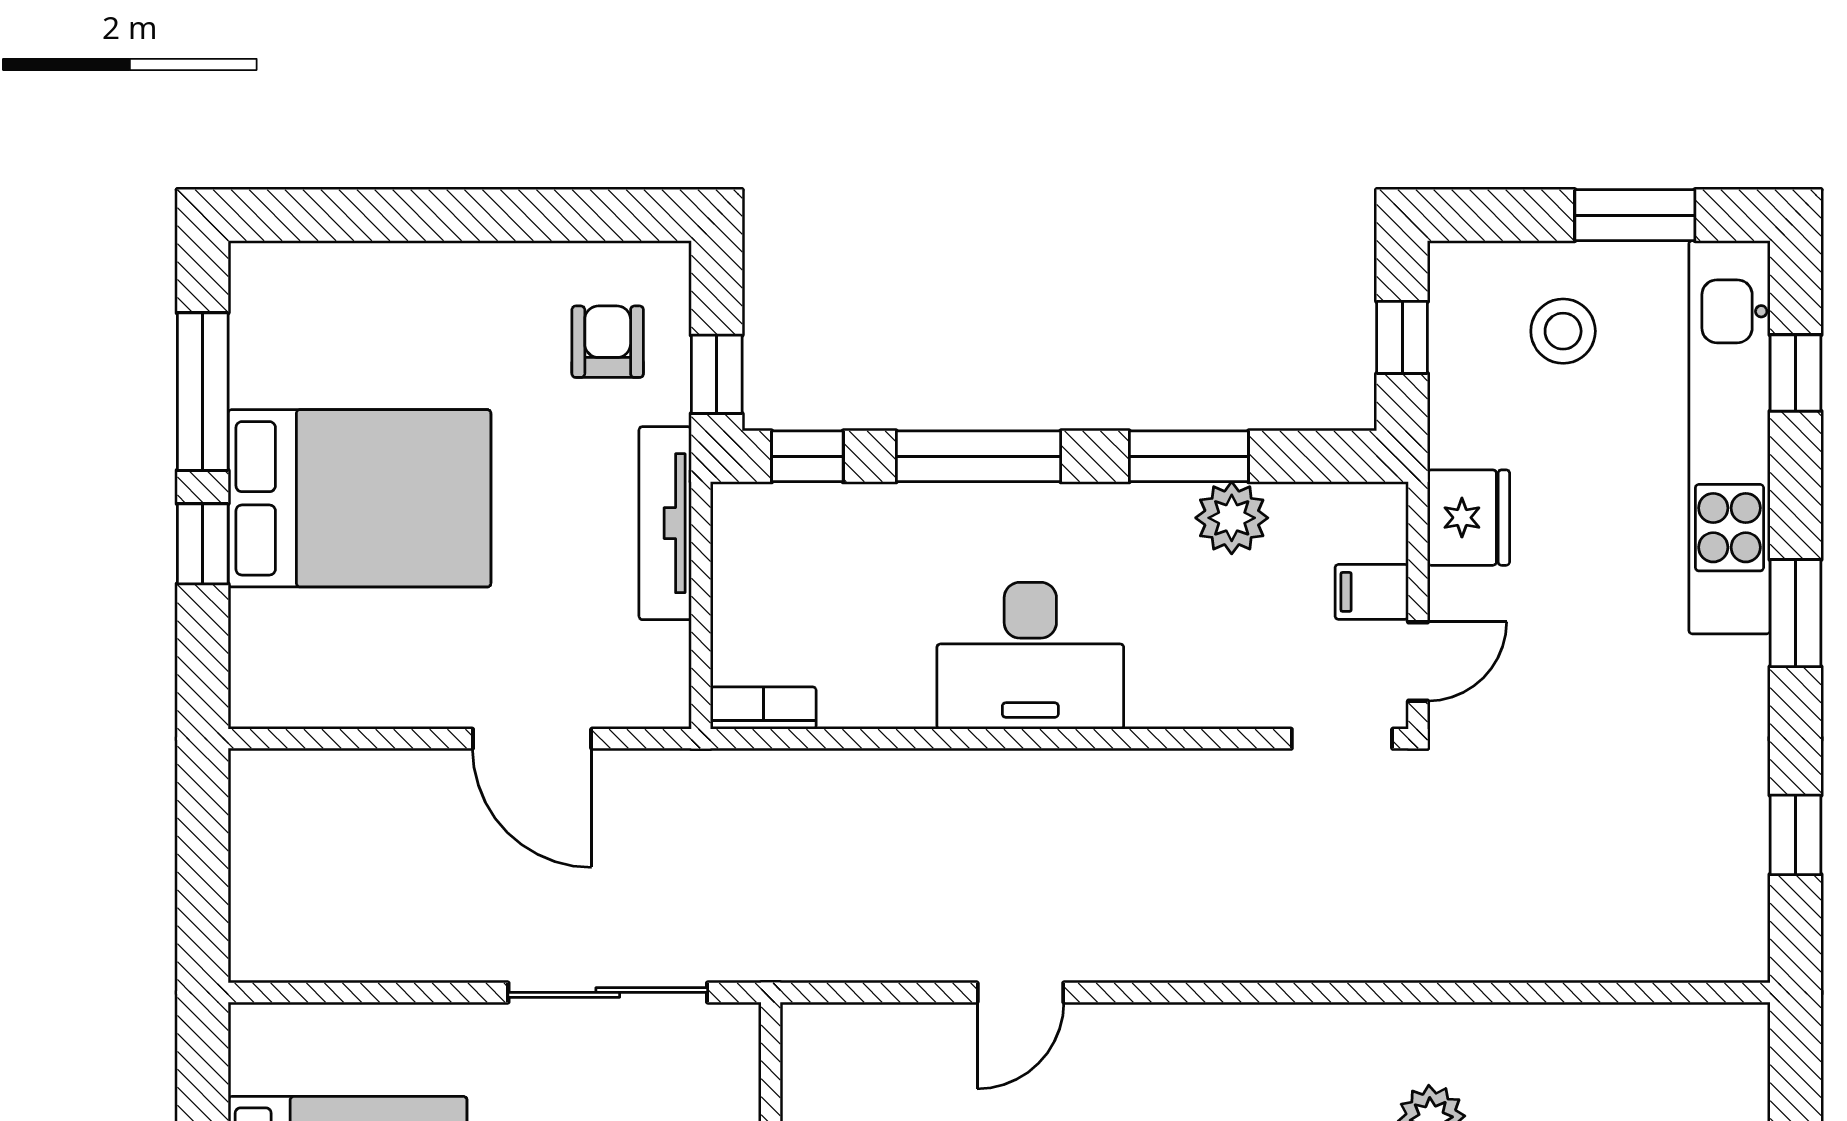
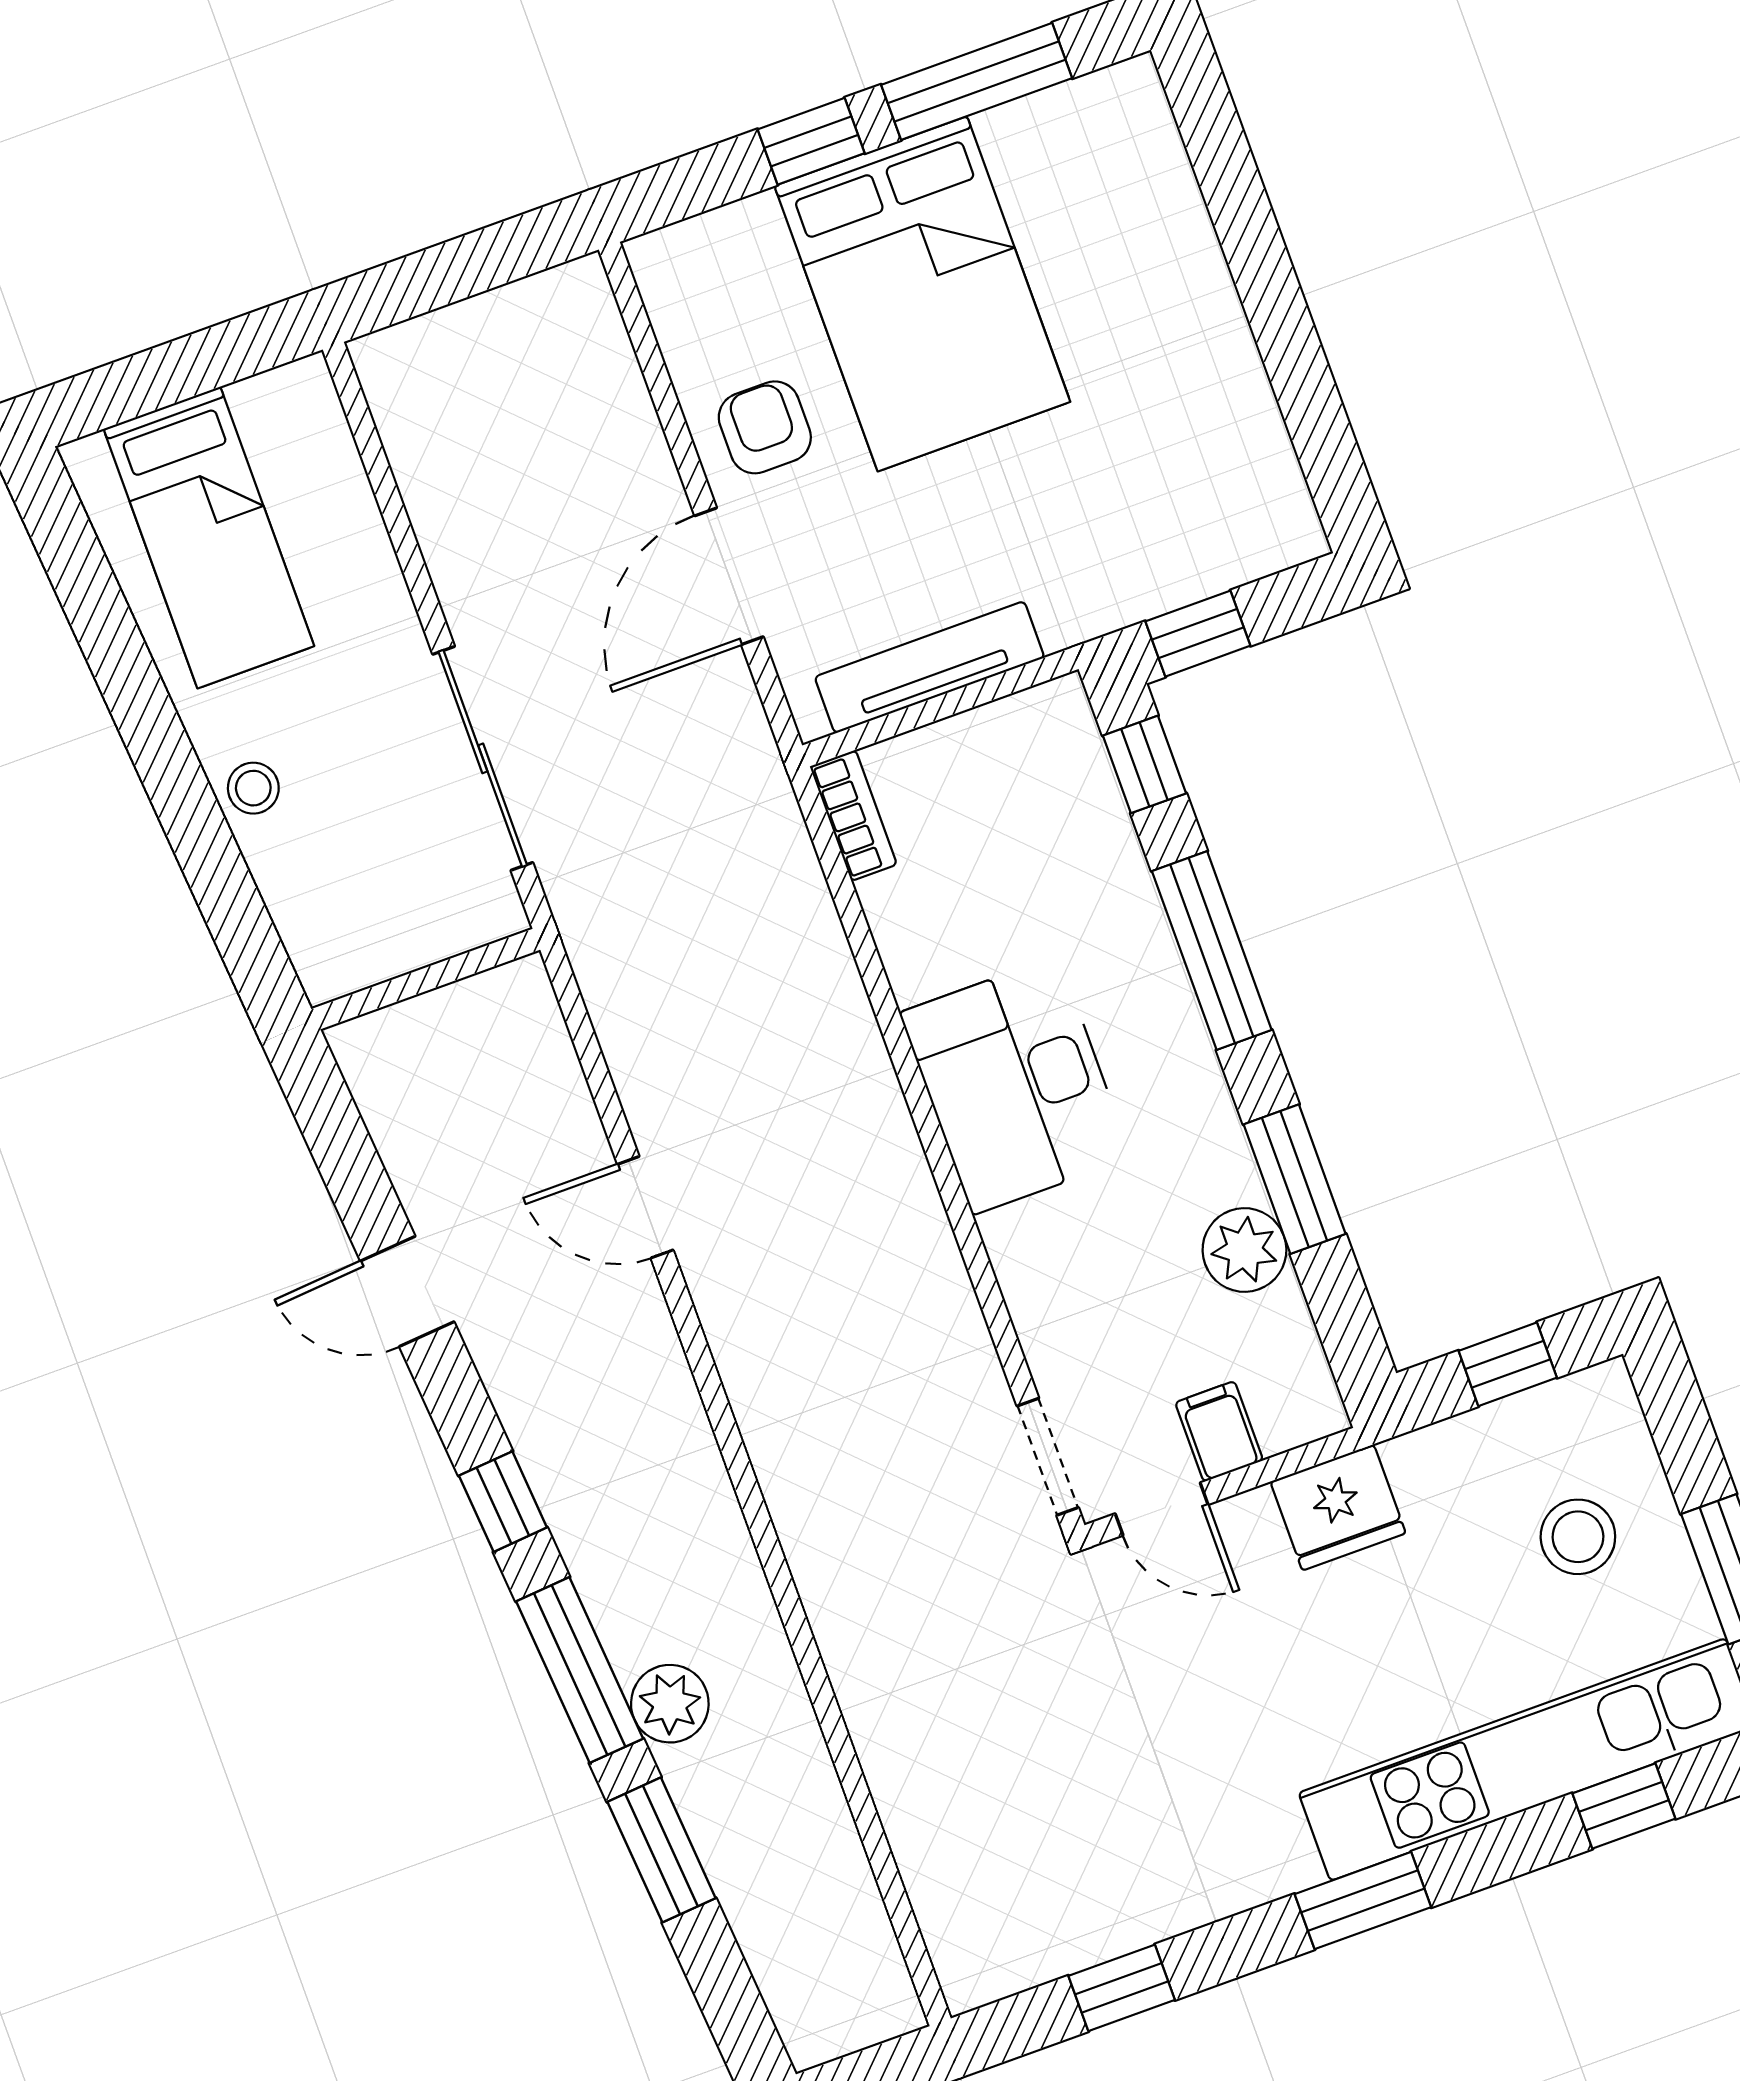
armchair: (608, 342) -> (765, 427), moved, turned -90
tv unit: (665, 523) -> (930, 667), moved

